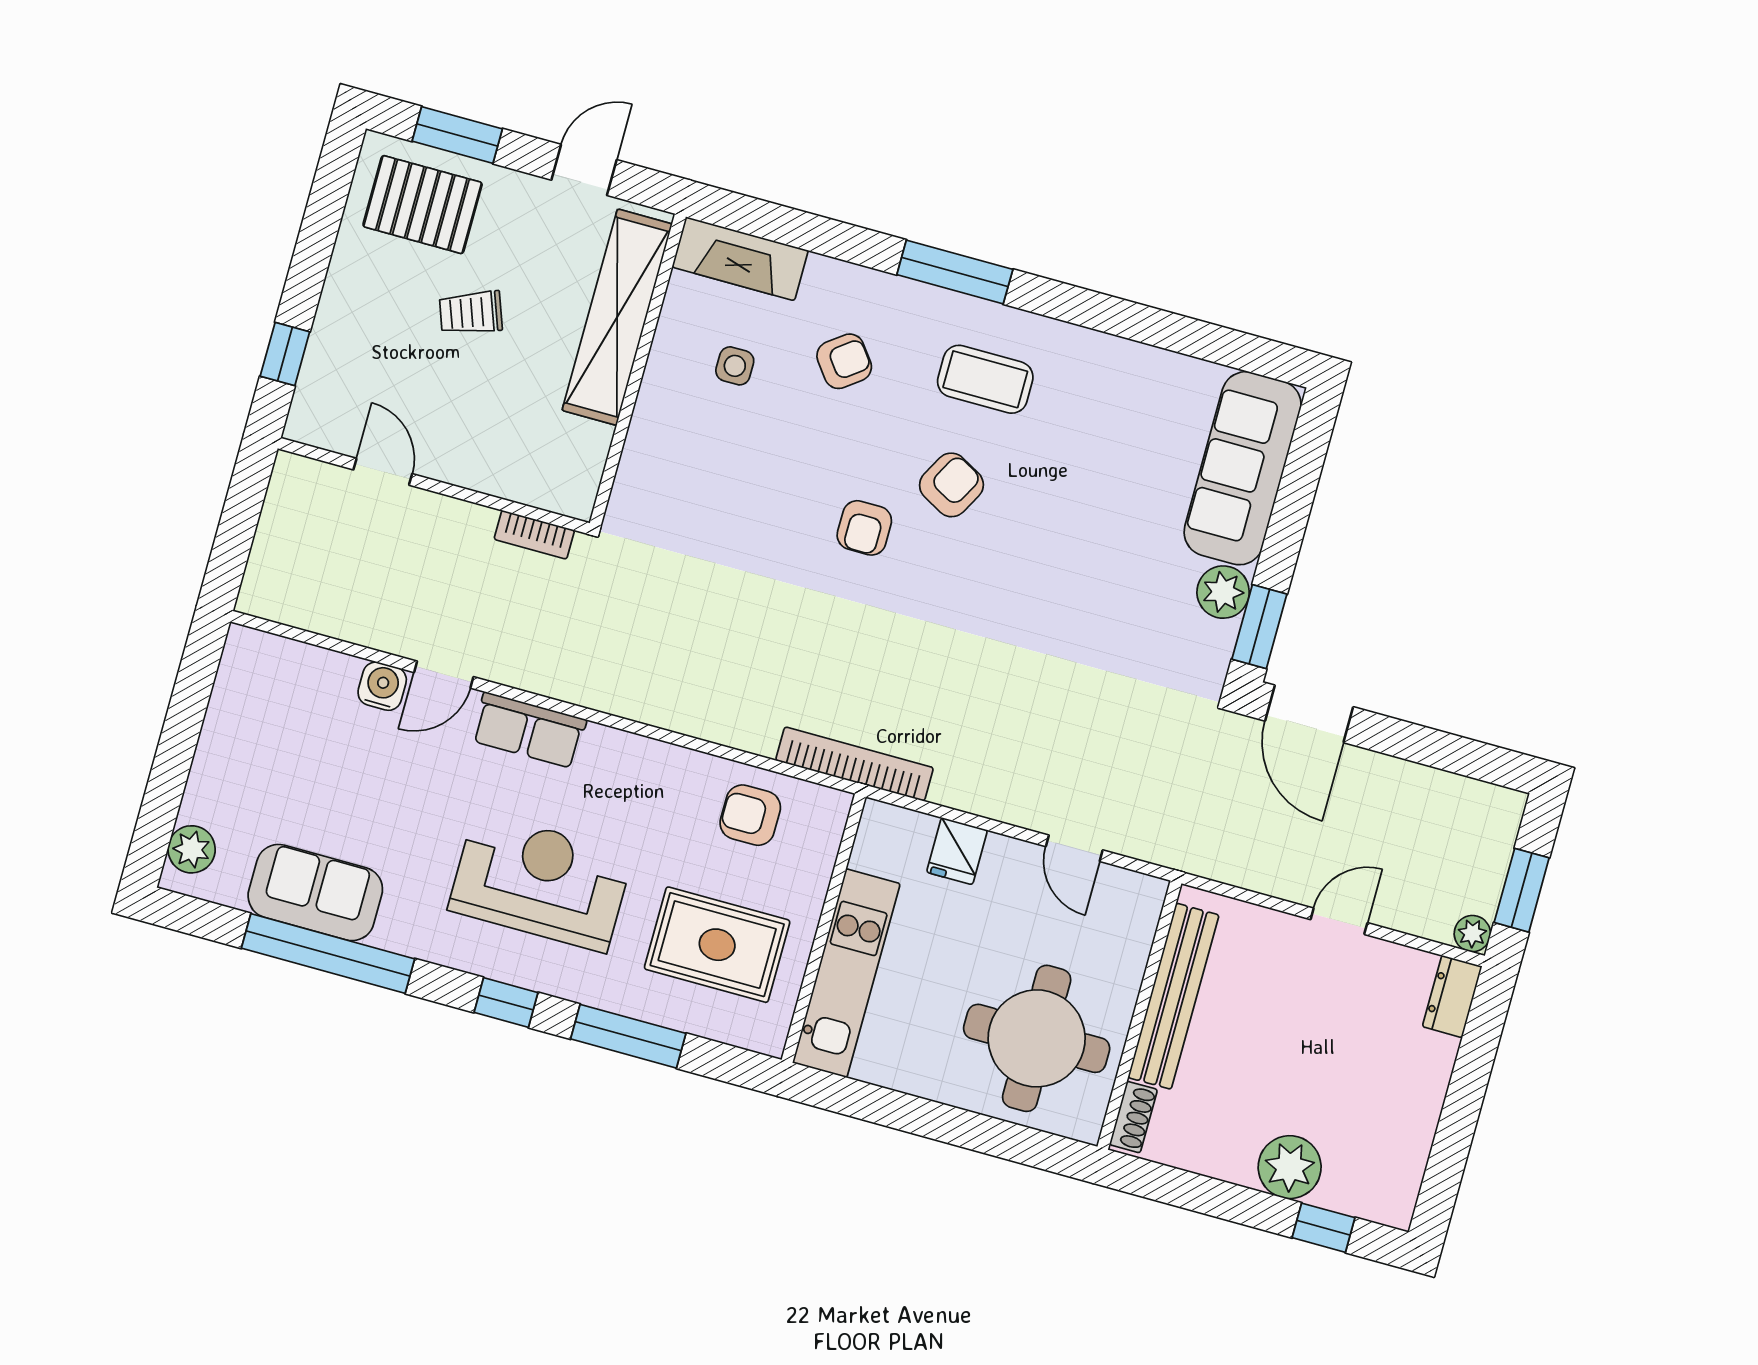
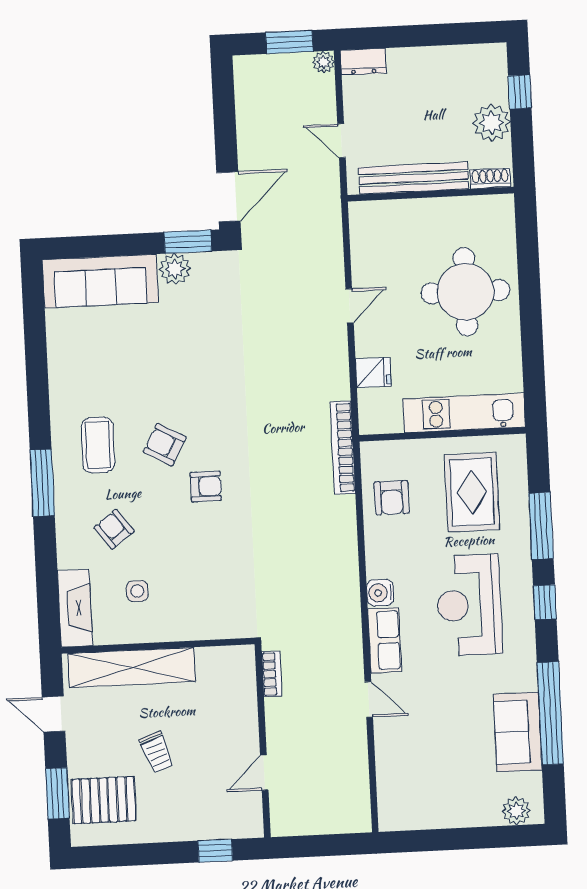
pallet: (423, 205) -> (104, 800), turned 90
water cooler: (382, 686) -> (380, 593), moved
bench: (1173, 996) -> (413, 178), moved
wall: (1139, 1015) -> (431, 194), moved
shoe rack: (1133, 1117) -> (490, 178), moved

